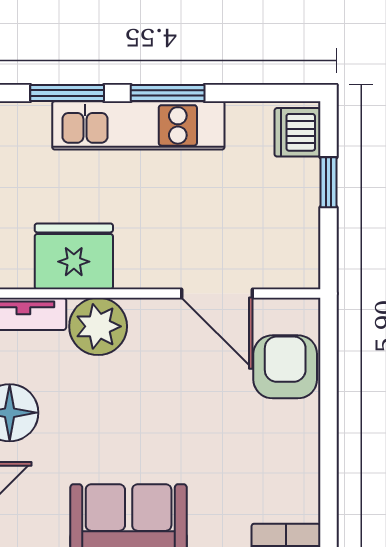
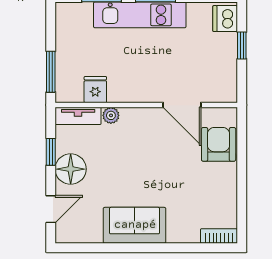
fridge: (74, 256) -> (95, 90), width x0.53, depth x0.75
plant: (98, 326) -> (111, 115), width x0.53, depth x0.53

